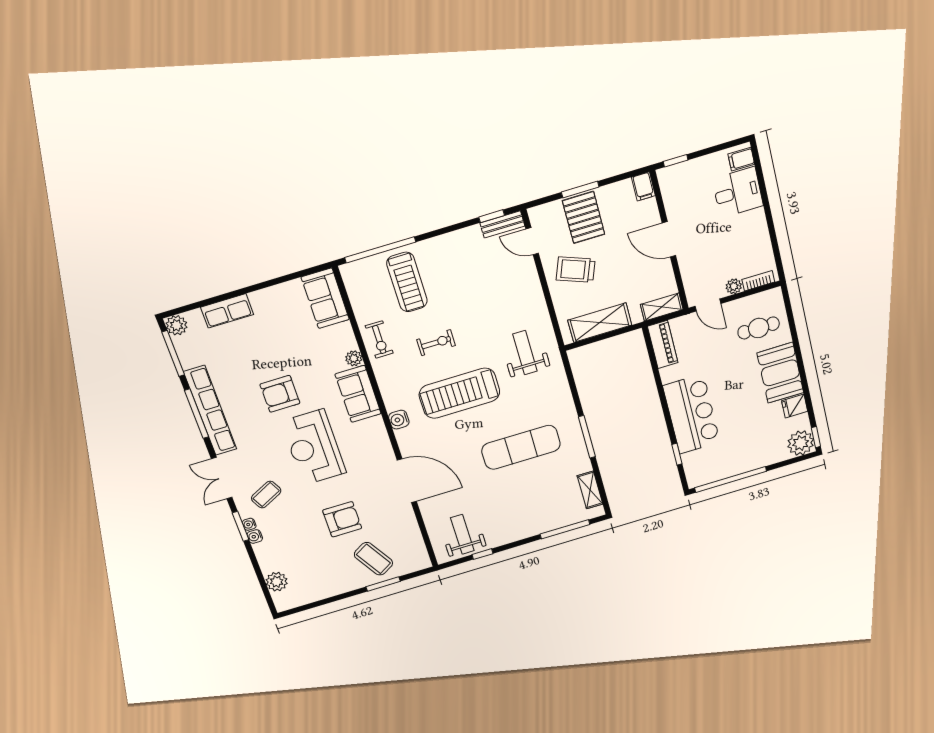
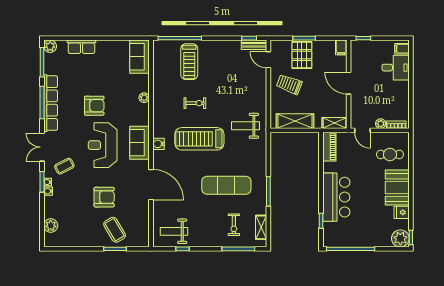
exercise bike: (379, 340) -> (234, 225), moved
weight bench: (525, 353) -> (246, 126), turned -90
armchair: (280, 394) -> (94, 106), turned 180
sofa: (358, 394) -> (140, 143), moved
weight bench: (462, 534) -> (174, 231), turned -90

